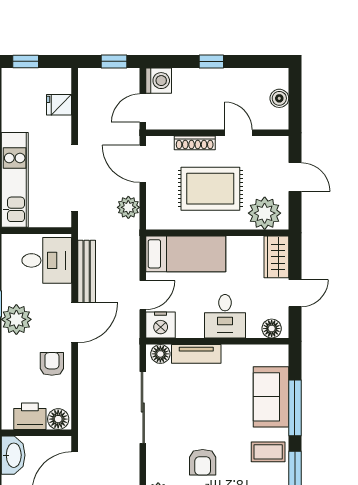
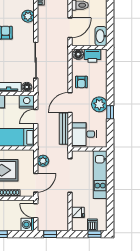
dishwasher: (30, 80) -> (92, 225), added
door: (143, 108) -> (36, 211), swing flipped
door: (143, 164) -> (36, 183), hinge flipped

